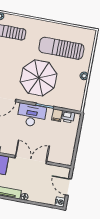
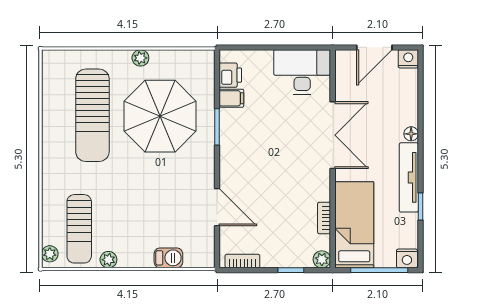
parasol: (39, 78) -> (160, 116), moved
desk: (32, 115) -> (302, 72), moved, turned 90
double door: (31, 160) -> (333, 135), swing flipped

